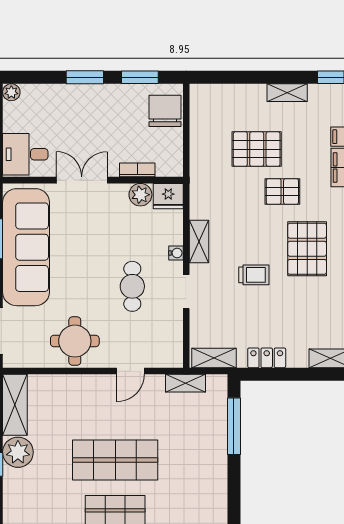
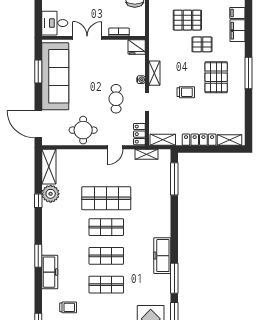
plant: (140, 195) -> (121, 46), removed
locker: (173, 348) -> (139, 134), added
locker: (267, 358) -> (199, 140), width x1.53

